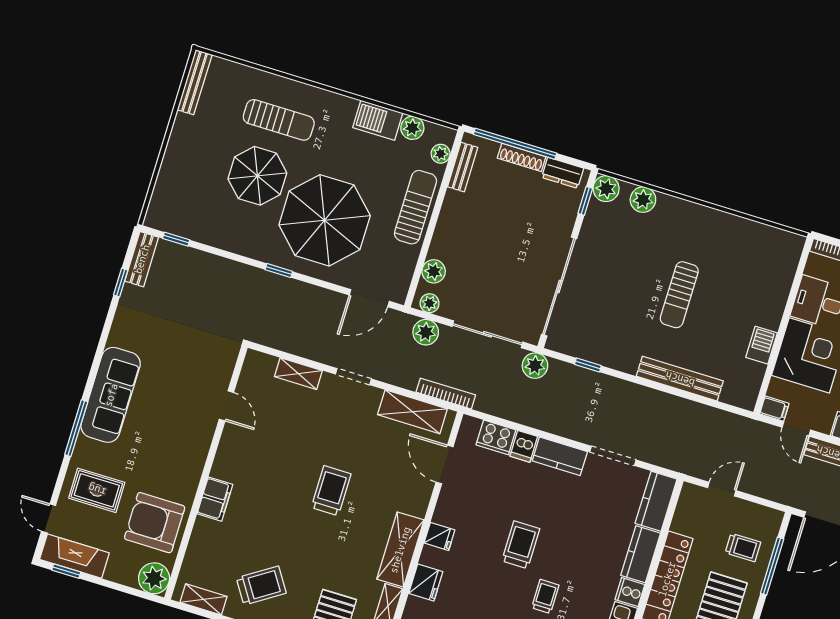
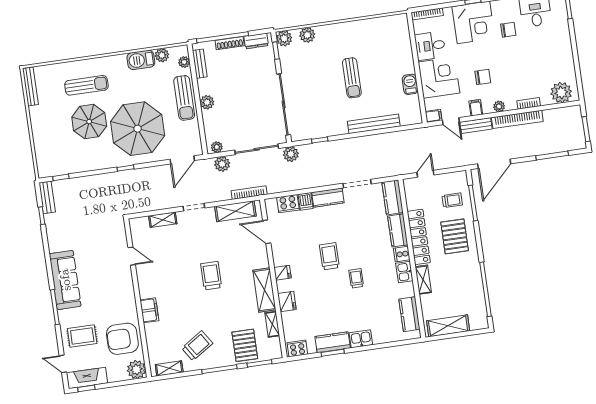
sun lounger: (416, 207) -> (184, 98), turned 180
plant: (434, 271) -> (207, 102), moved

